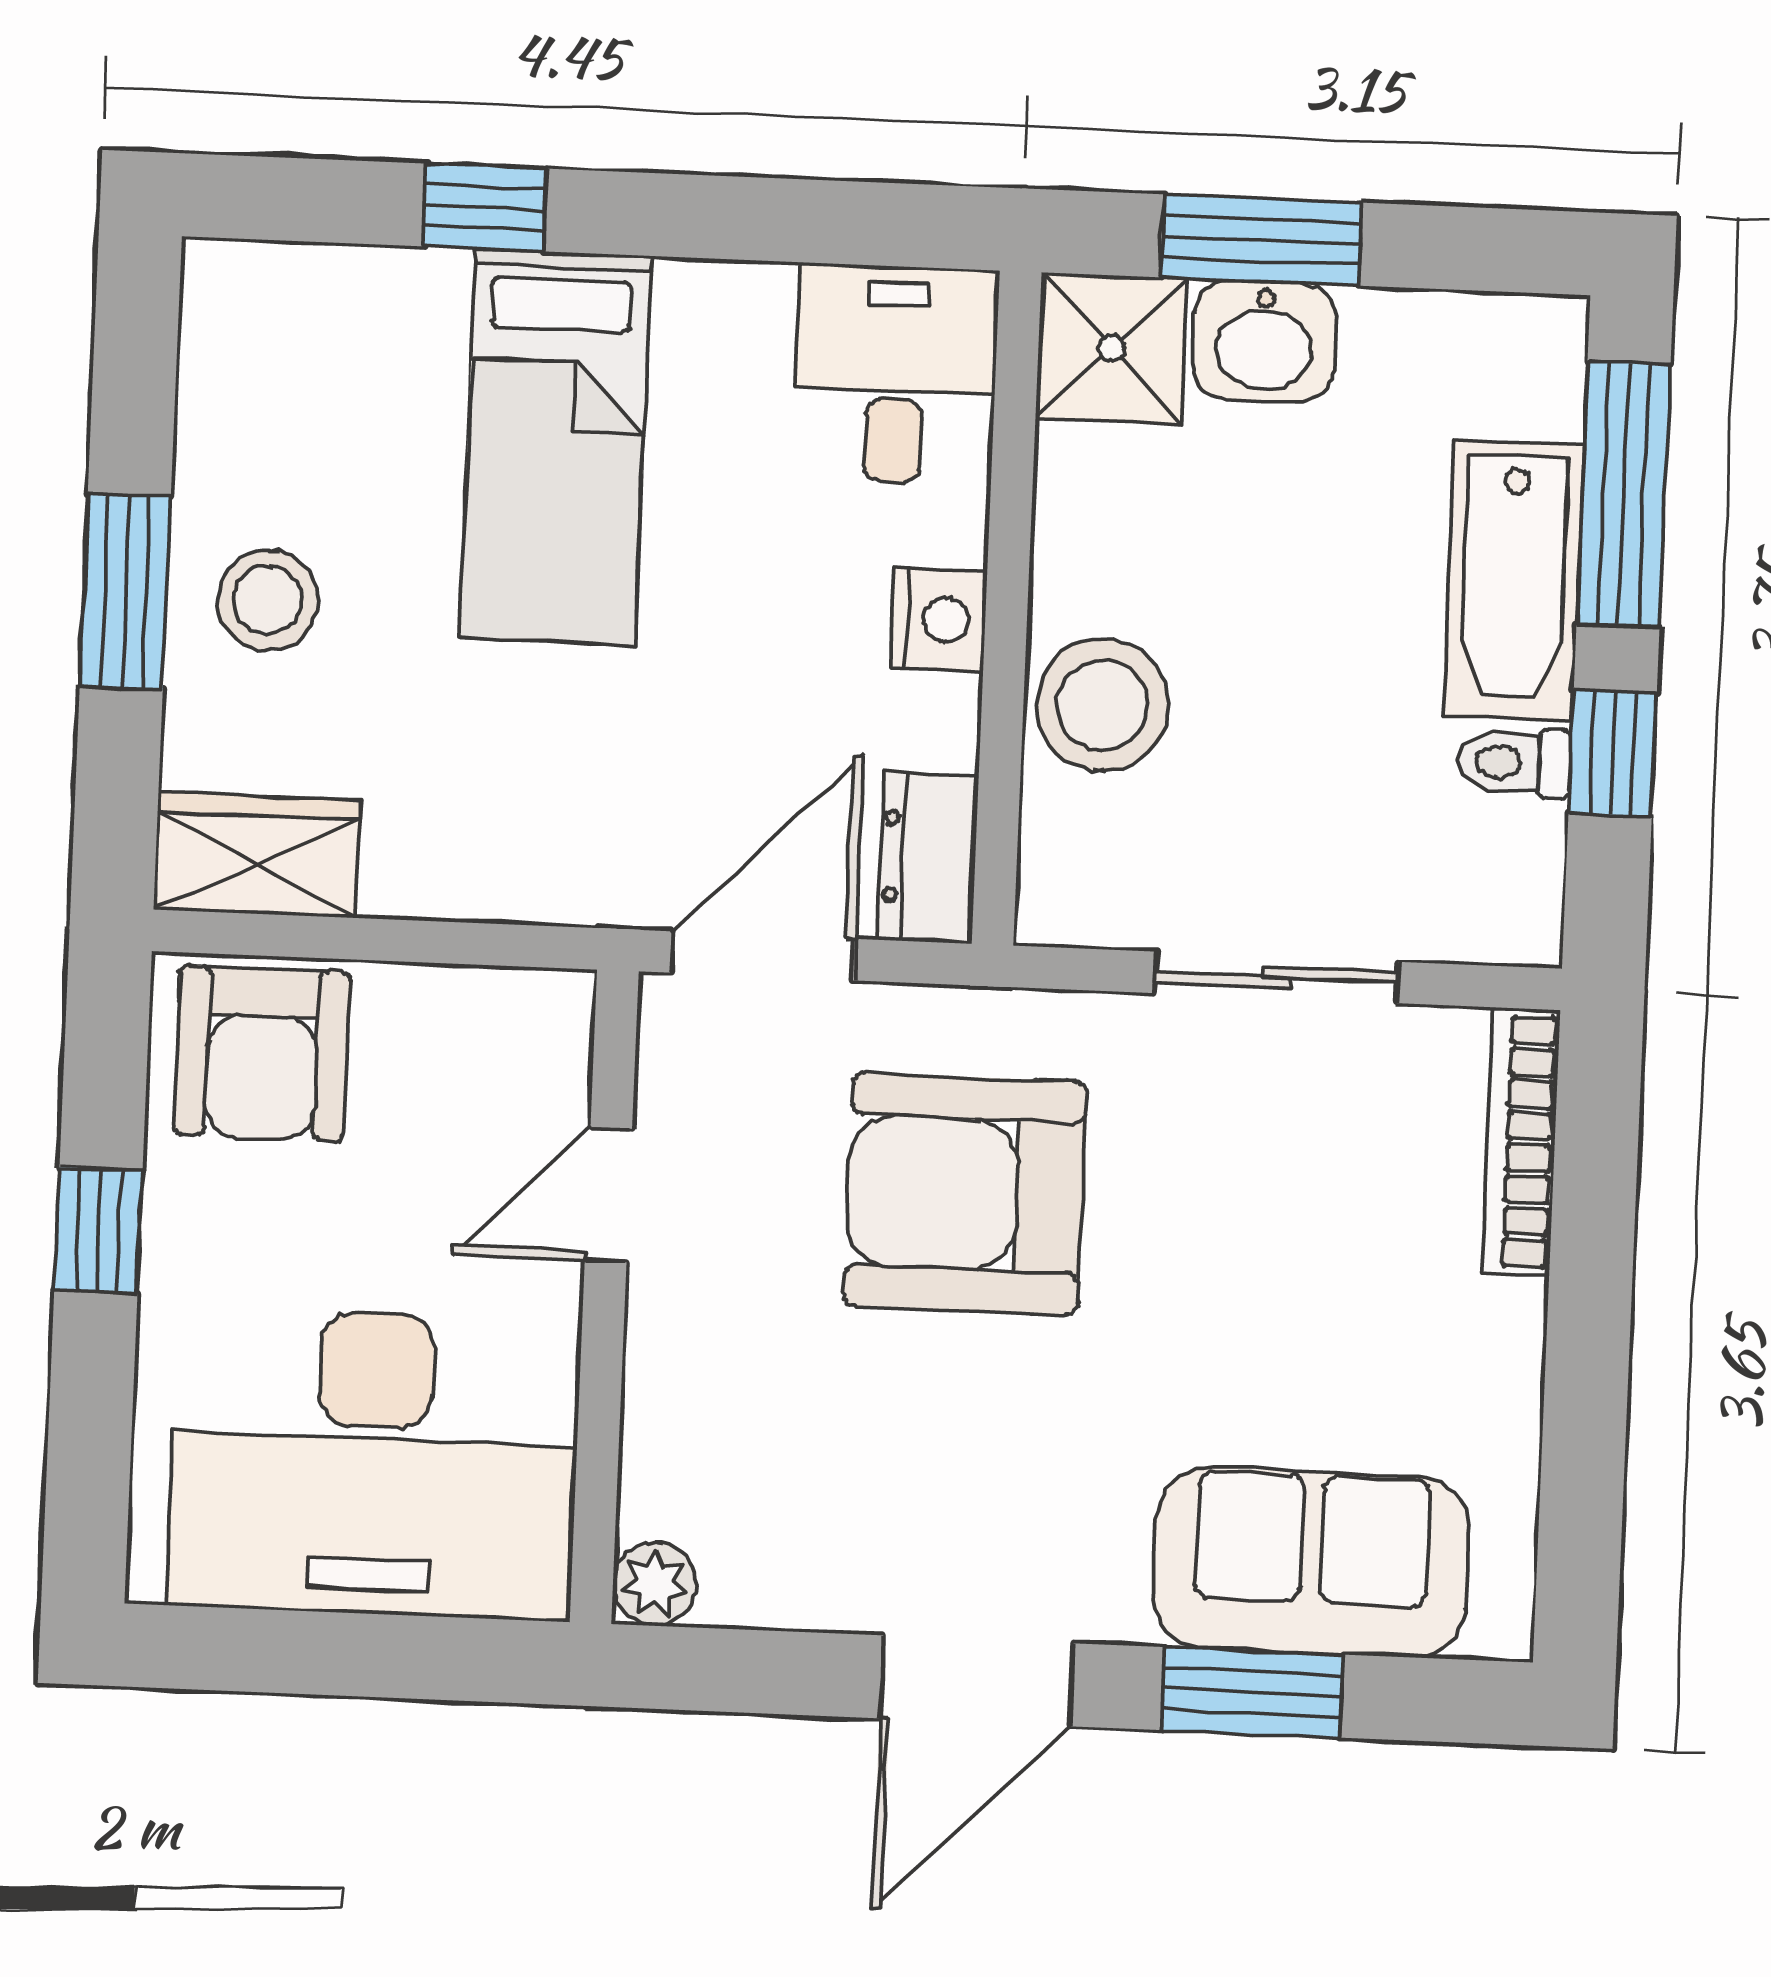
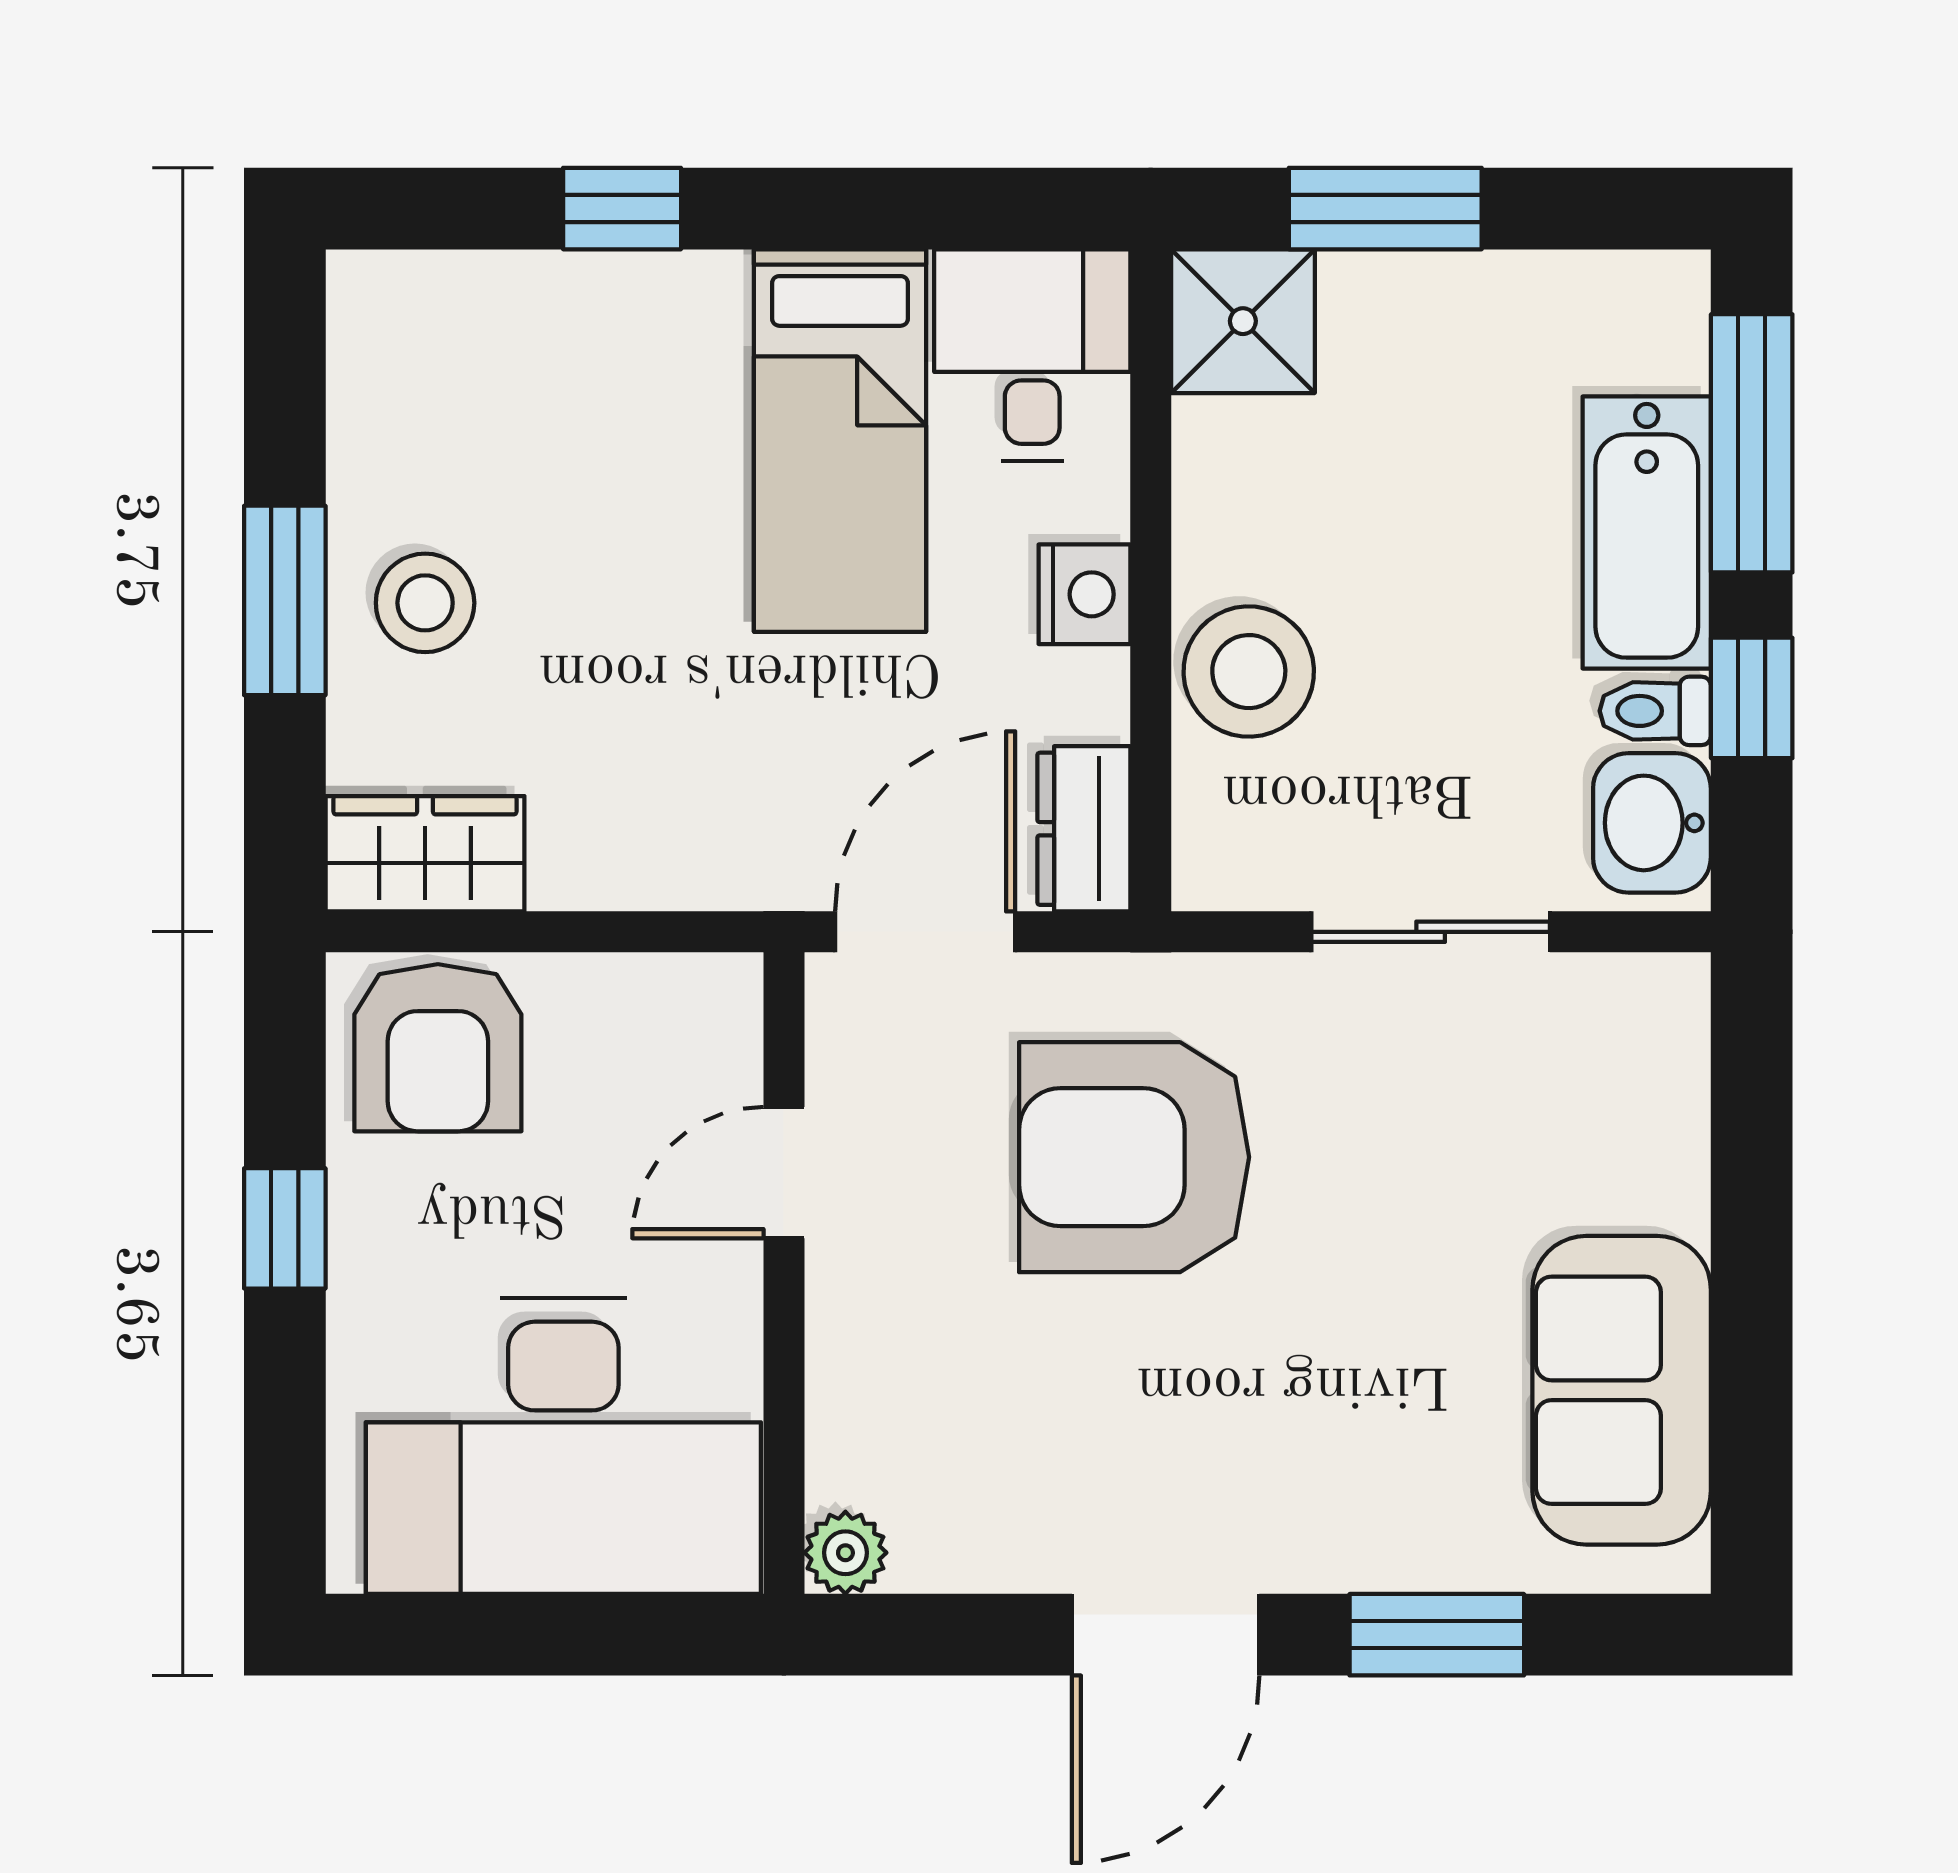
washbasin: (1264, 342) -> (1652, 823), moved, turned 90
bed: (555, 447) -> (840, 441), moved
bookcase: (1521, 1141) -> (1677, 1083), removed
sofa: (1311, 1562) -> (1622, 1390), moved, turned -90

